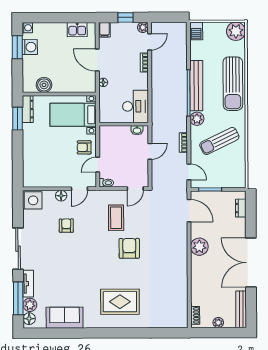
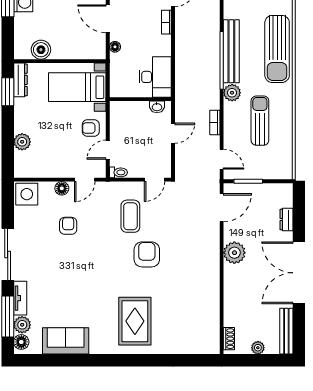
sun lounger: (219, 141) -> (260, 121), turned 116
plant: (29, 159) -> (22, 142), added
dresser: (241, 208) -> (286, 220), moved
door: (189, 211) -> (222, 208), hinge flipped
rug: (120, 302) -> (135, 321), turned 90

